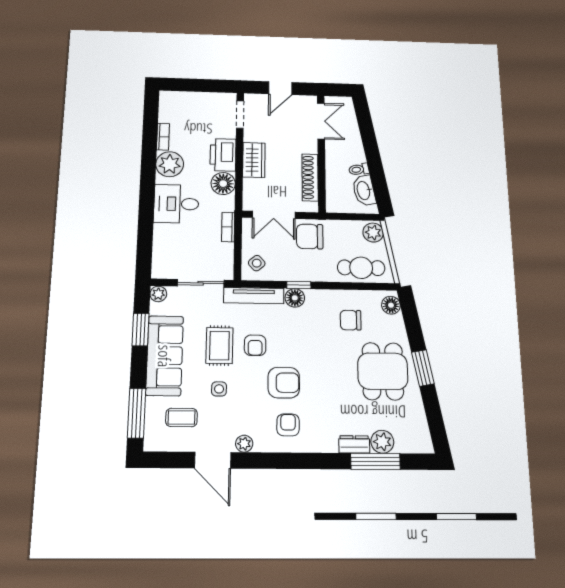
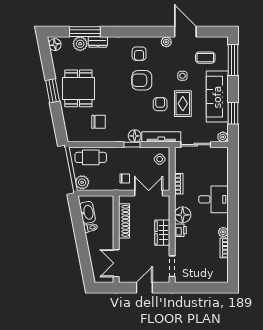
printer: (223, 155) -> (180, 230), width x0.53, depth x0.68
plant: (170, 164) -> (223, 232), width x0.53, depth x0.53
chair: (310, 236) -> (125, 178), width x0.54, depth x0.54
floor lamp: (391, 305) -> (55, 45), moved

